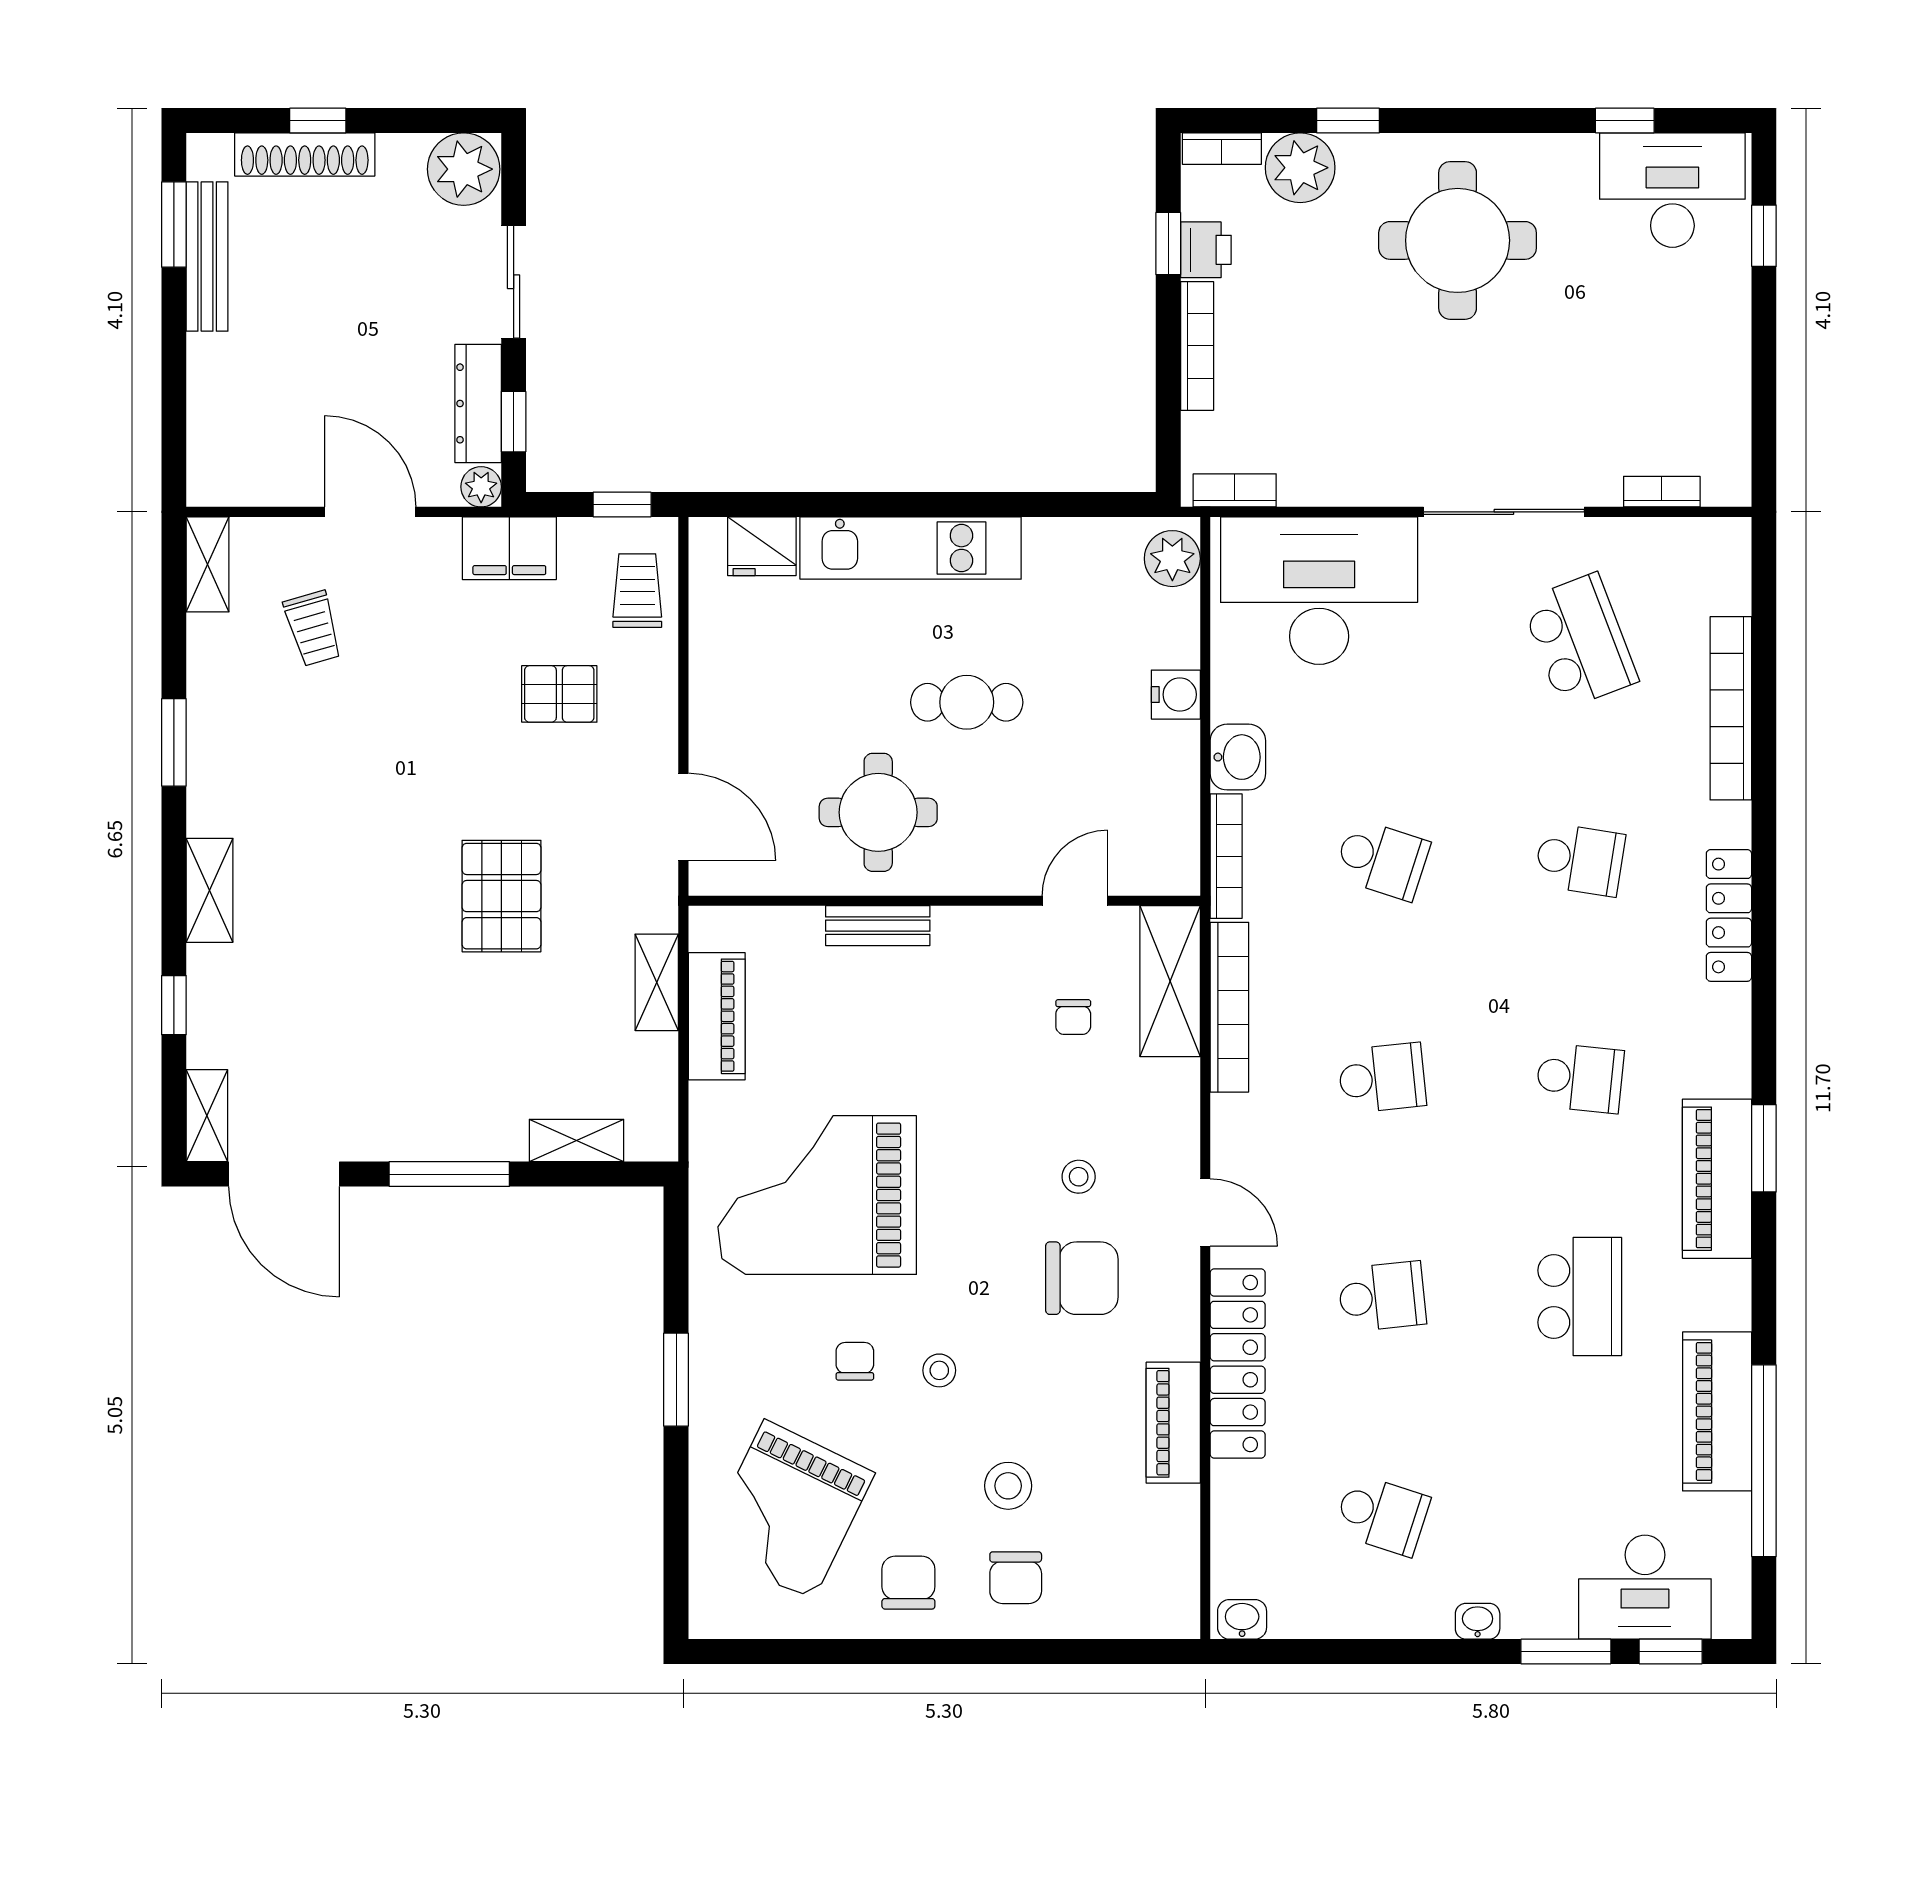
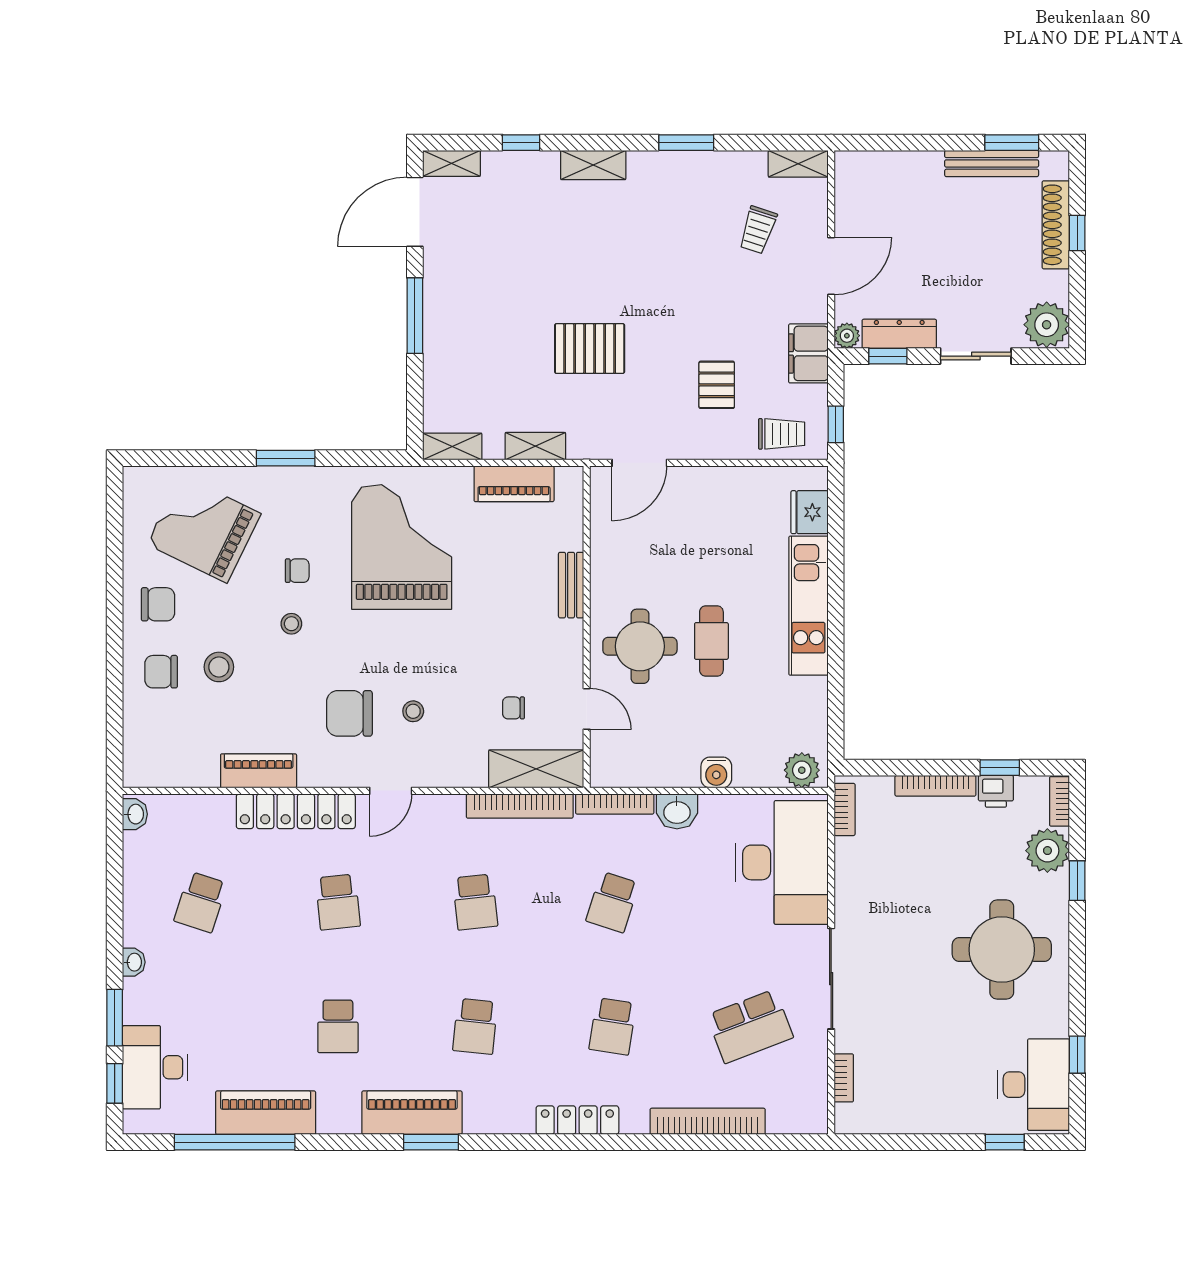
trolley: (313, 628) -> (758, 230), turned -56
round table: (878, 812) -> (640, 646), moved
shelving: (576, 1140) -> (452, 446), moved, turned 90
chair: (1082, 1278) -> (349, 713), turned 90
school desk: (1580, 1296) -> (338, 1026), width x0.54

